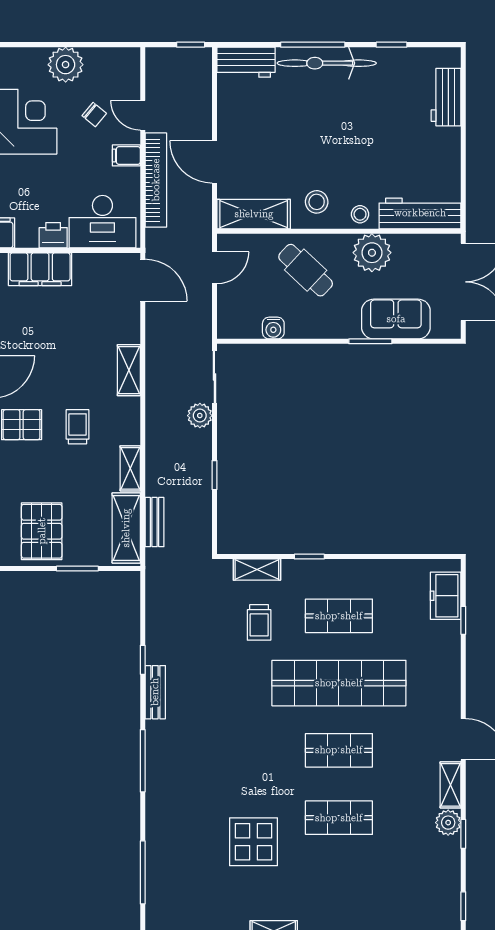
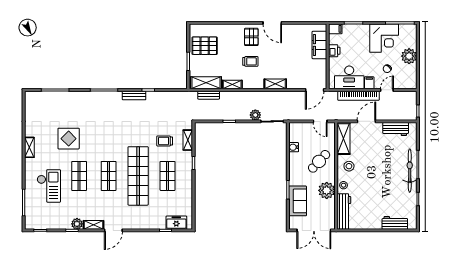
workbench: (246, 62) -> (396, 129), moved, turned -90
desk: (102, 222) -> (349, 77), moved, turned -90
checkout: (362, 887) -> (49, 186), added

